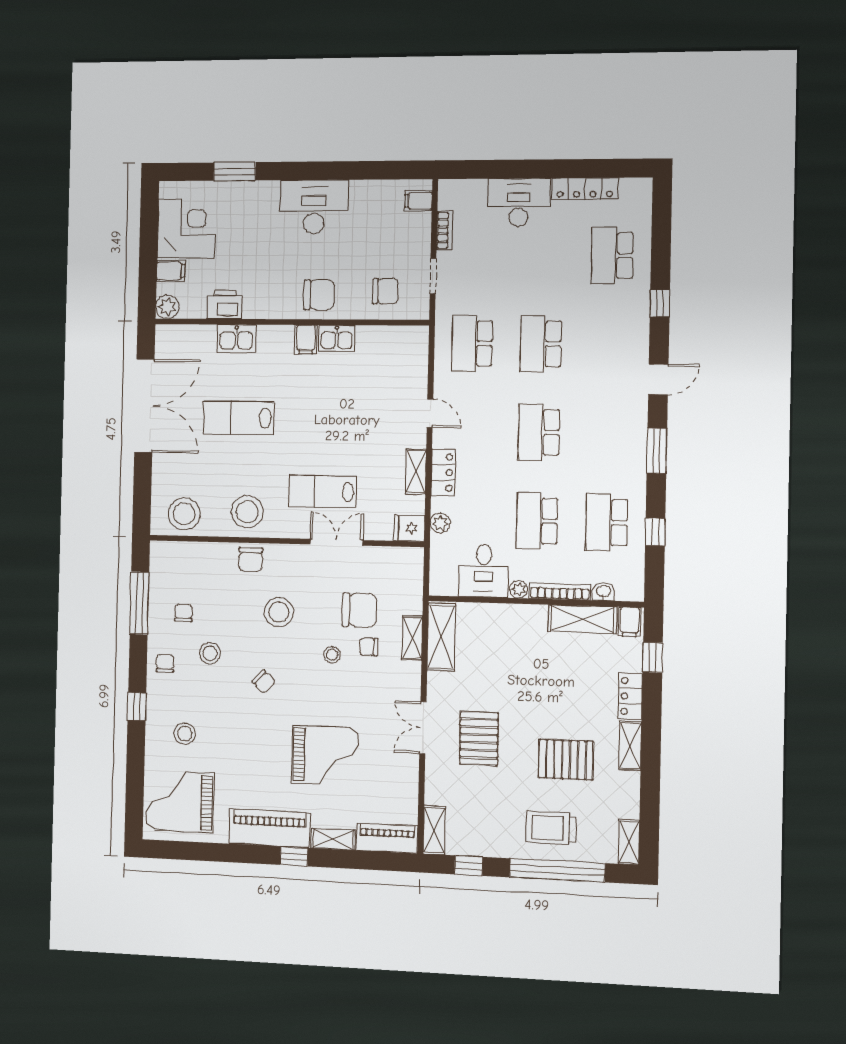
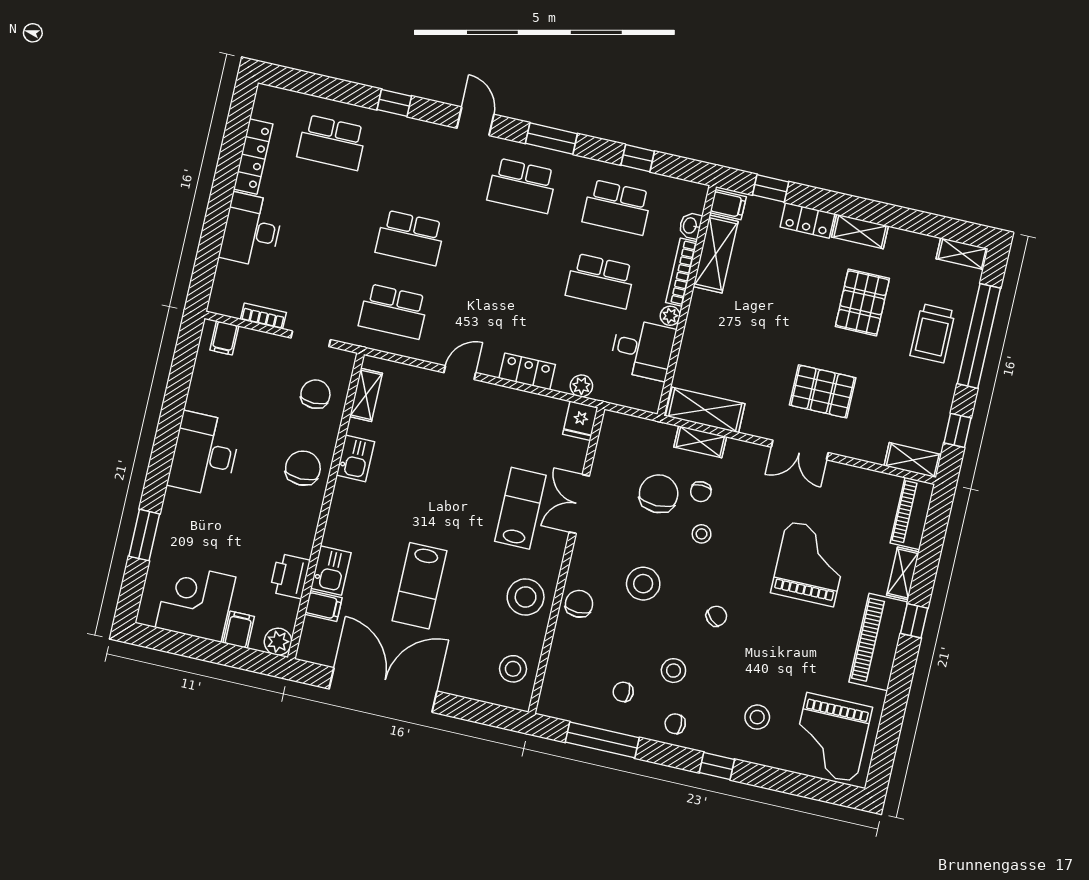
filing cabinet: (306, 339) -> (323, 606), moved
school desk: (539, 432) -> (522, 186), moved
shelving: (416, 472) -> (366, 395), moved, turned 90
lab bench: (323, 491) -> (520, 508), turned 180
stool: (184, 514) -> (513, 669), width x0.73, depth x0.73
chair: (251, 560) -> (579, 604), turned -90

